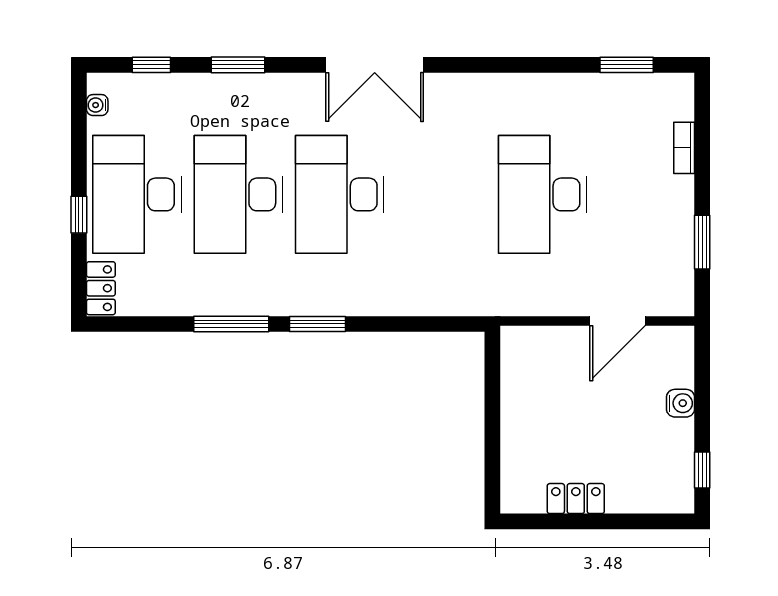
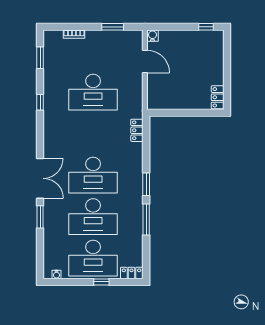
window: (151, 65) -> (40, 102), moved
double door: (375, 65) -> (40, 178), moved
locker: (449, 302) -> (137, 130), added
water cooler: (680, 403) -> (152, 36), moved
locker: (576, 499) -> (218, 97), moved

